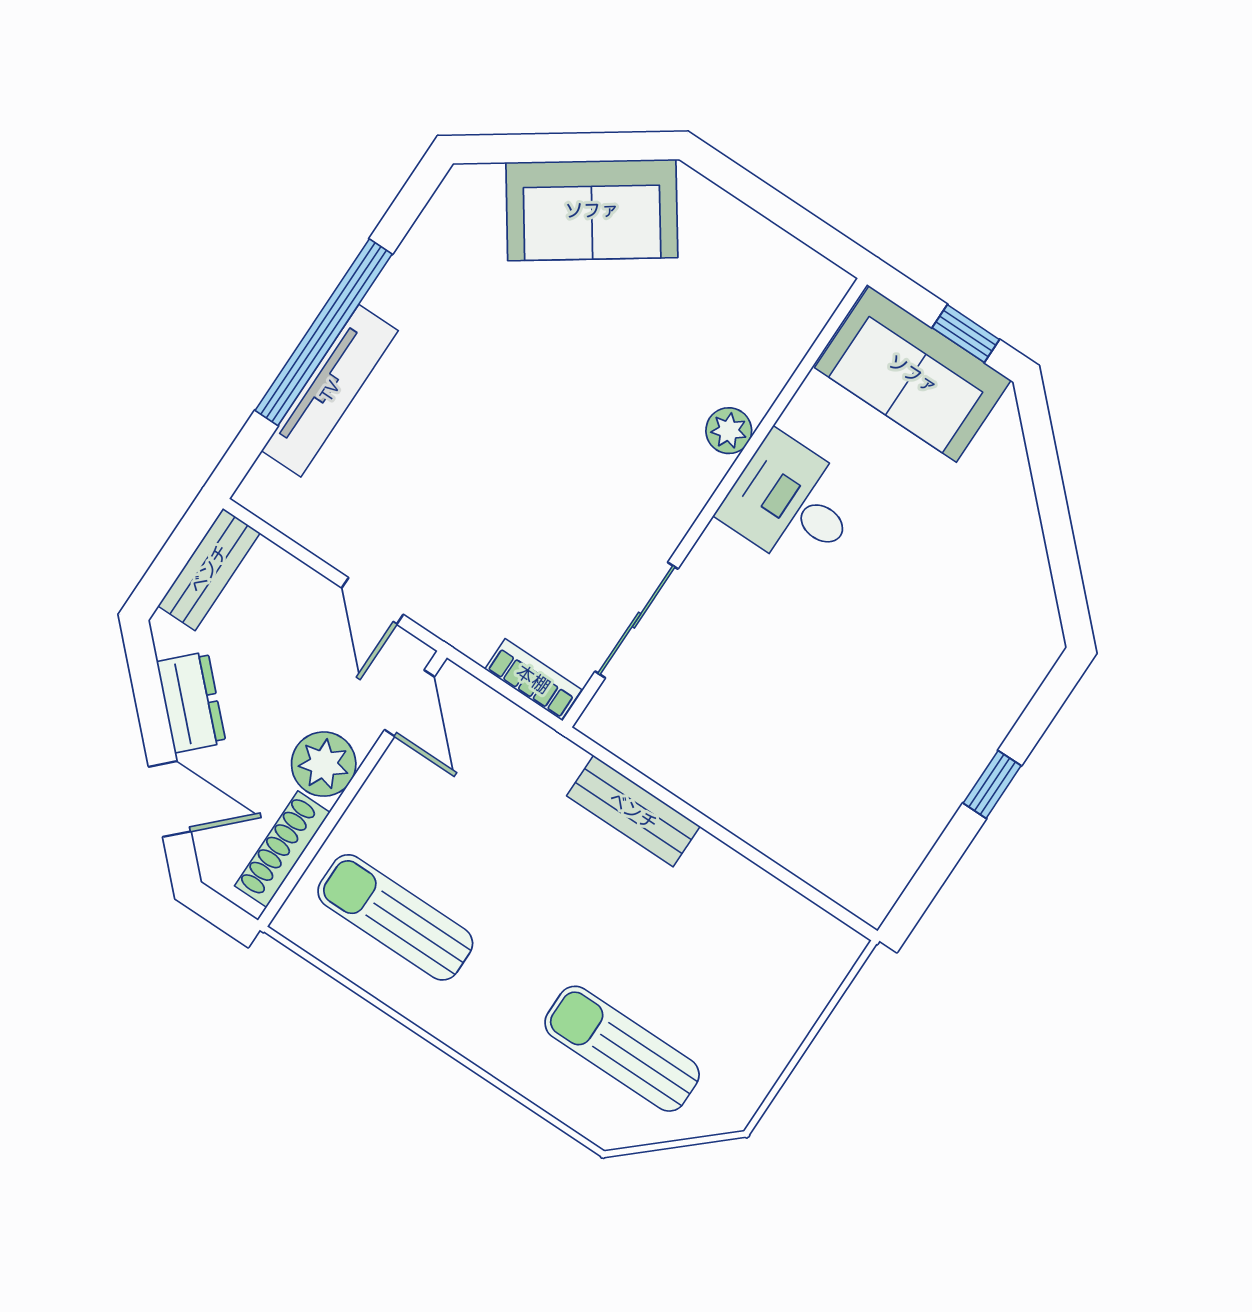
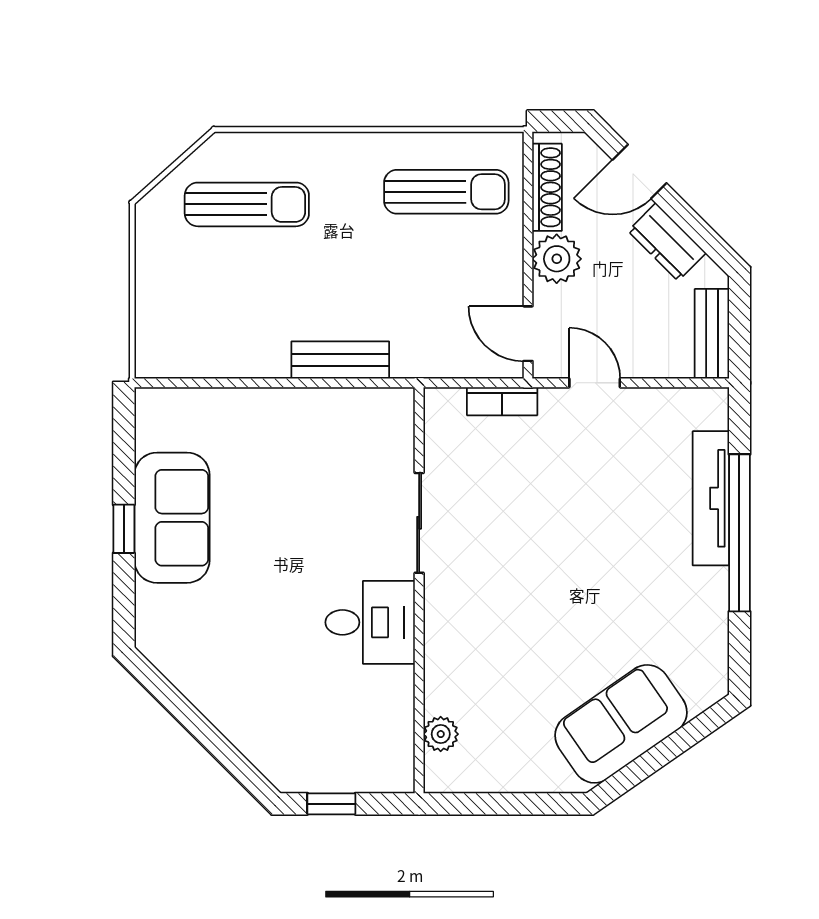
sofa: (913, 374) -> (172, 518), moved, turned 90
plant: (729, 431) -> (441, 734), moved
sliding door: (636, 620) -> (419, 523), moved
bookcase: (533, 679) -> (502, 401), moved

